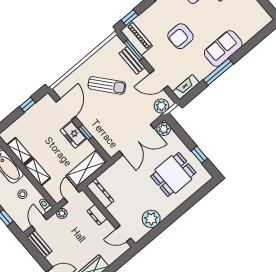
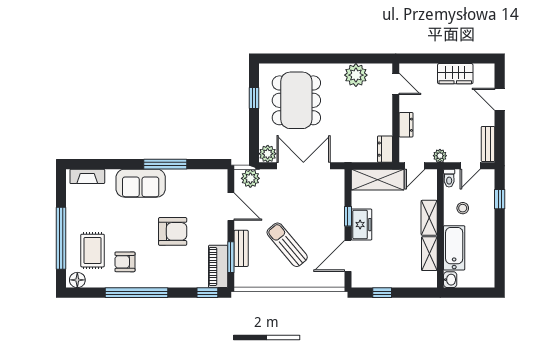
fireplace: (186, 87) -> (87, 176), moved
dining table: (173, 174) -> (296, 100), width x1.38
dresser: (100, 193) -> (385, 149), width x0.70

